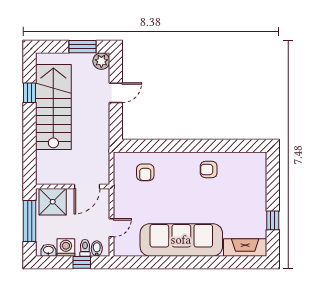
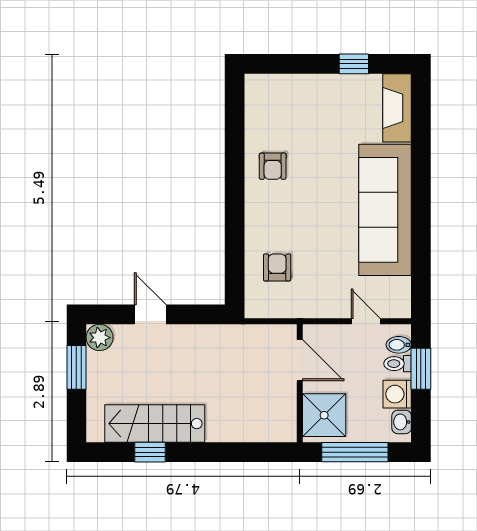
stairs: (53, 107) -> (155, 424), width x0.73, depth x0.66
armchair: (145, 172) -> (277, 267), turned -90
window: (82, 262) -> (421, 369), width x1.50

